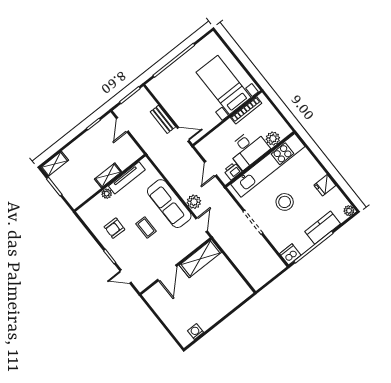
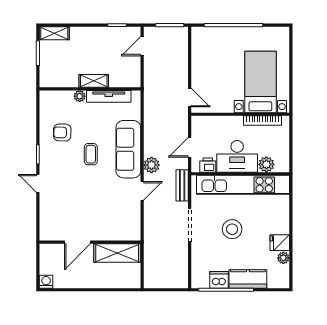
bench: (163, 119) -> (182, 185), moved
plant: (349, 211) -> (283, 258), moved
dishwasher: (290, 254) -> (219, 280), moved
shelving: (200, 259) -> (117, 253), moved
wall: (176, 266) -> (90, 242), moved
door: (167, 273) -> (78, 242), moved
washing machine: (196, 332) -> (46, 282), moved

